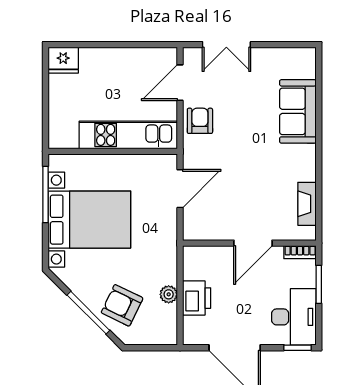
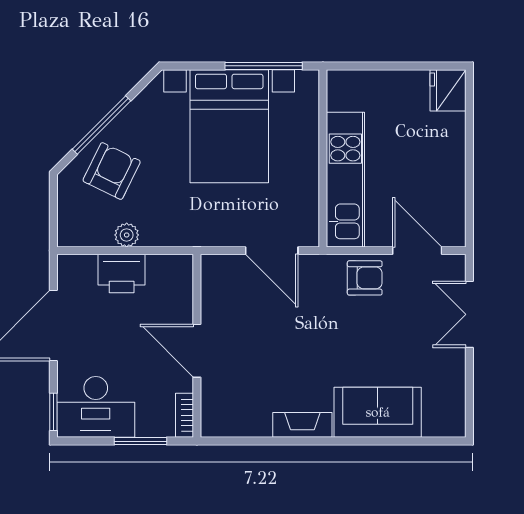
fireplace: (307, 204) -> (302, 425), moved

